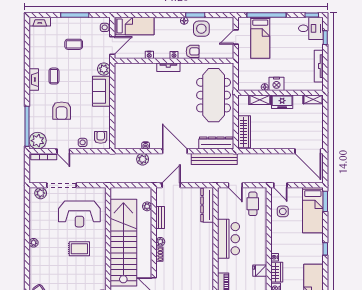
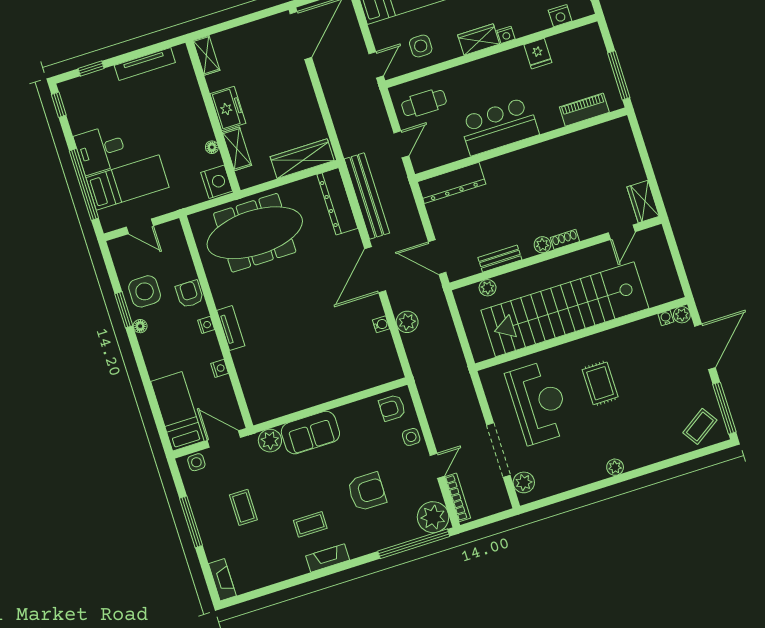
desk: (311, 28) -> (101, 150), moved, turned -90
nightstand: (277, 84) -> (217, 182), moved
wardrobe: (277, 272) -> (479, 39), moved

